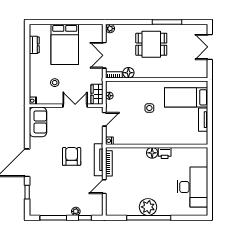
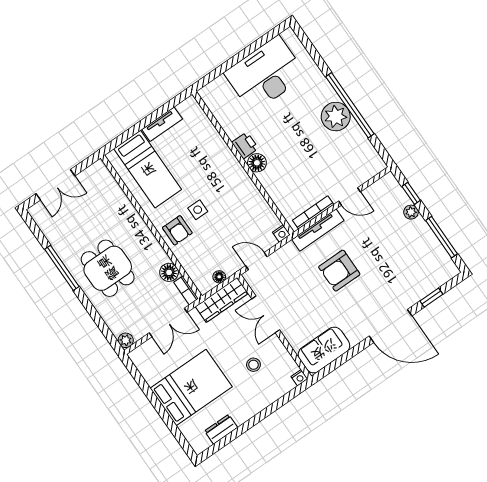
armchair: (146, 91) -> (177, 230), added
wardrobe: (97, 94) -> (222, 300), width x1.50

